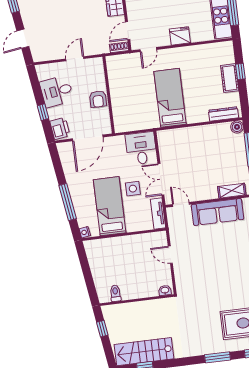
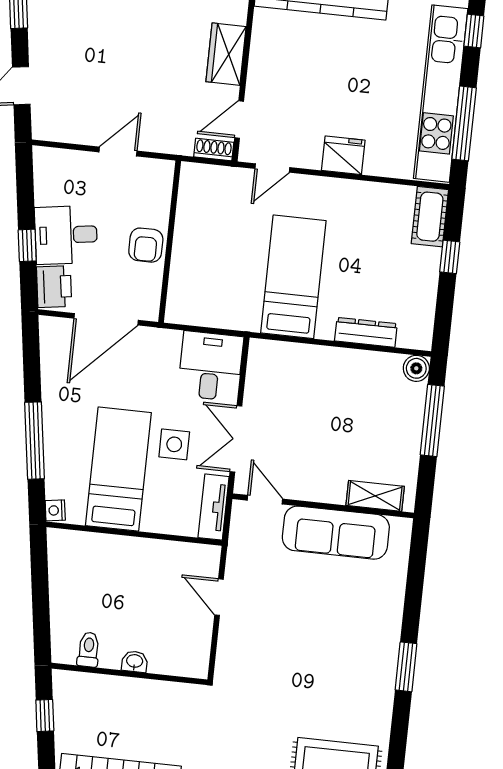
cot: (230, 78) -> (430, 217), moved
desk: (57, 91) -> (66, 235), moved
dresser: (223, 114) -> (366, 332), moved
washbasin: (165, 290) -> (135, 662), moved

